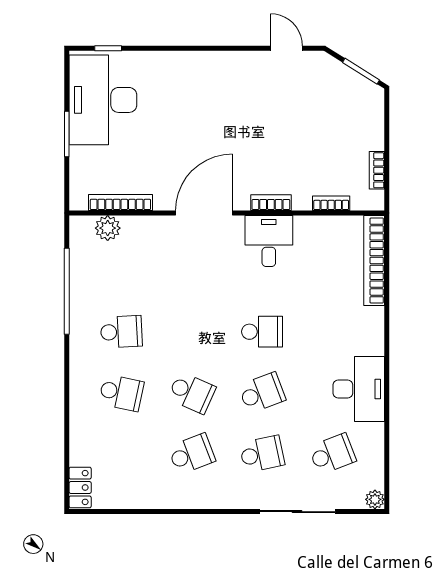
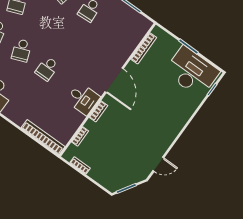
plant: (108, 228) -> (137, 35), removed
school desk: (192, 393) -> (43, 21), removed

